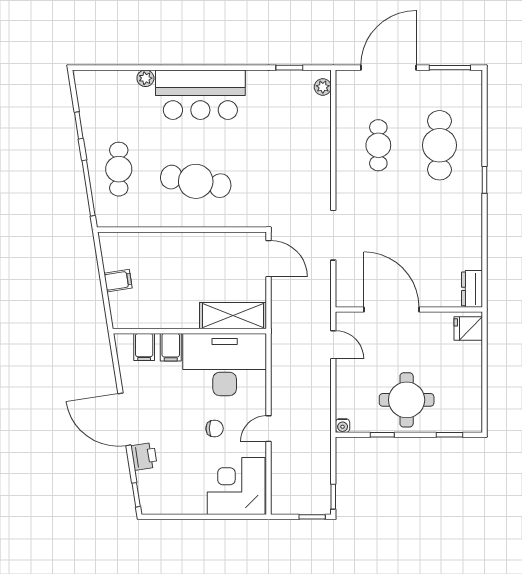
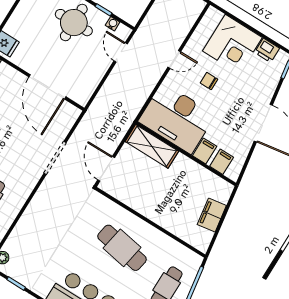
filing cabinet: (118, 281) -> (212, 215), width x2.00
door: (333, 345) -> (121, 52), moved
water cooler: (343, 426) -> (113, 24), moved
printer: (144, 456) -> (267, 50), moved, turned -81
corner desk: (236, 486) -> (232, 44), moved

